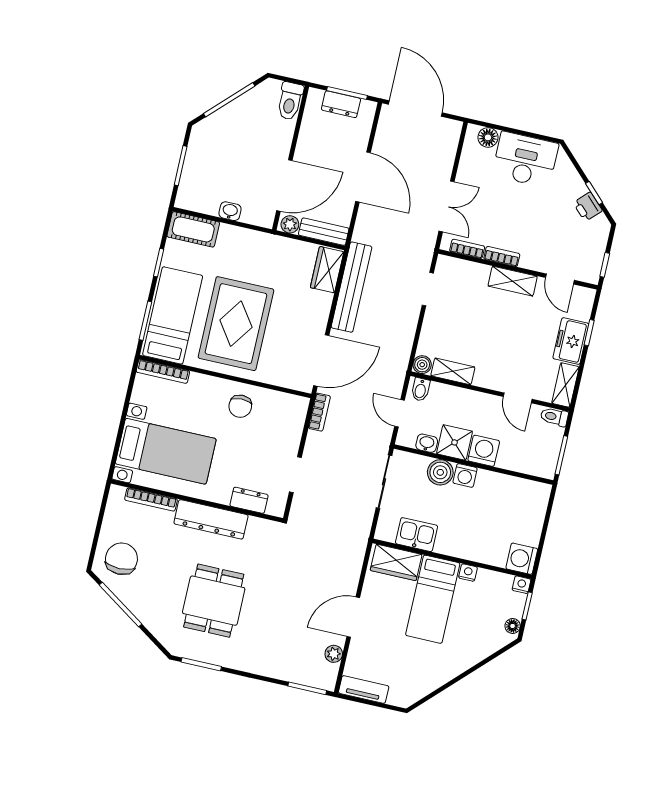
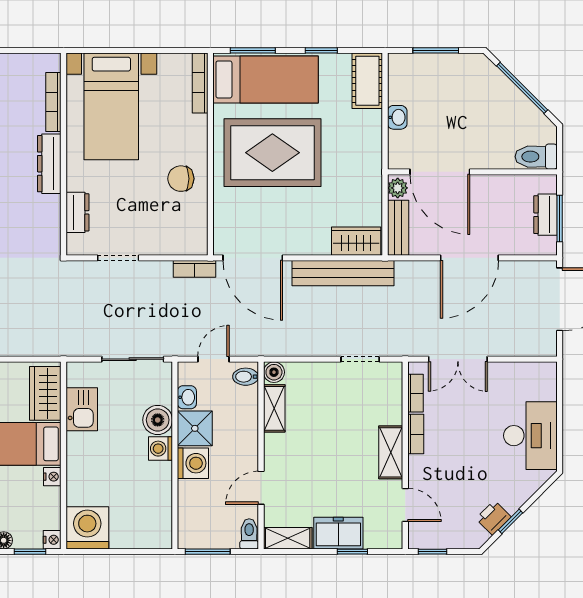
floor lamp: (488, 137) -> (546, 388), removed
door: (560, 279) -> (405, 505), swing flipped
dresser: (211, 519) -> (49, 164), width x0.73, depth x0.80
washing machine: (522, 559) -> (87, 528), width x1.37, depth x1.37

